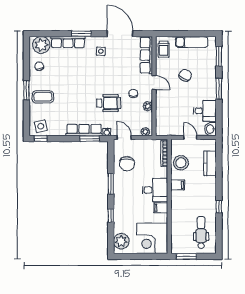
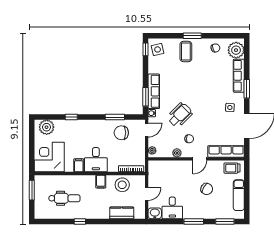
wheelchair: (109, 103) -> (180, 115), turned -135
window: (111, 184) -> (115, 117), moved
dental chair: (201, 232) -> (64, 198), moved

